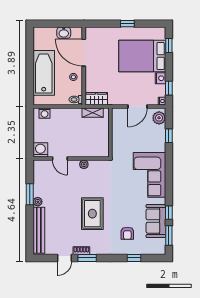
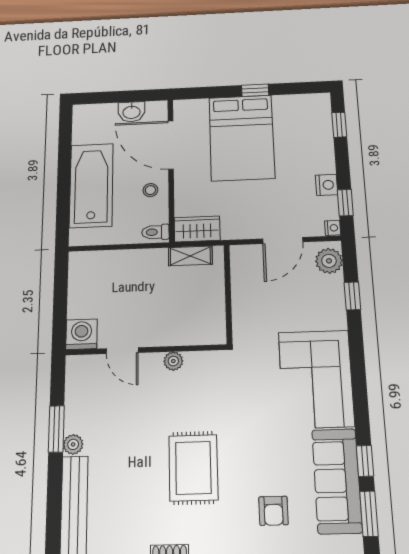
bed: (142, 56) -> (242, 138), moved, turned -90
washing machine: (45, 113) -> (91, 261), removed
sofa: (156, 221) -> (337, 481), width x1.36

